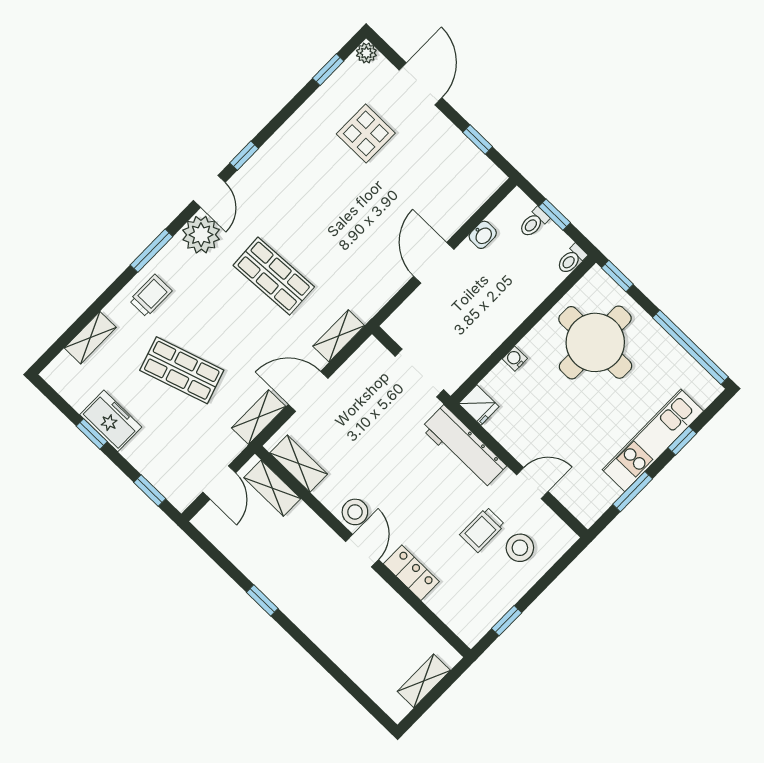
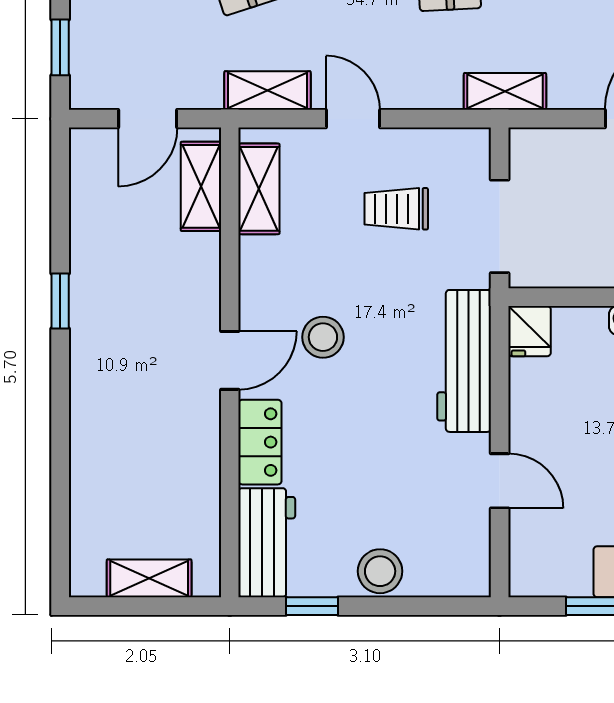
shelving: (339, 336) -> (505, 91), moved
door: (308, 391) -> (353, 119), width x0.73
stool: (355, 512) -> (323, 337), moved
trolley: (482, 530) -> (396, 209), moved
stool: (520, 548) -> (380, 571), moved
workbench: (459, 613) -> (267, 543), added

